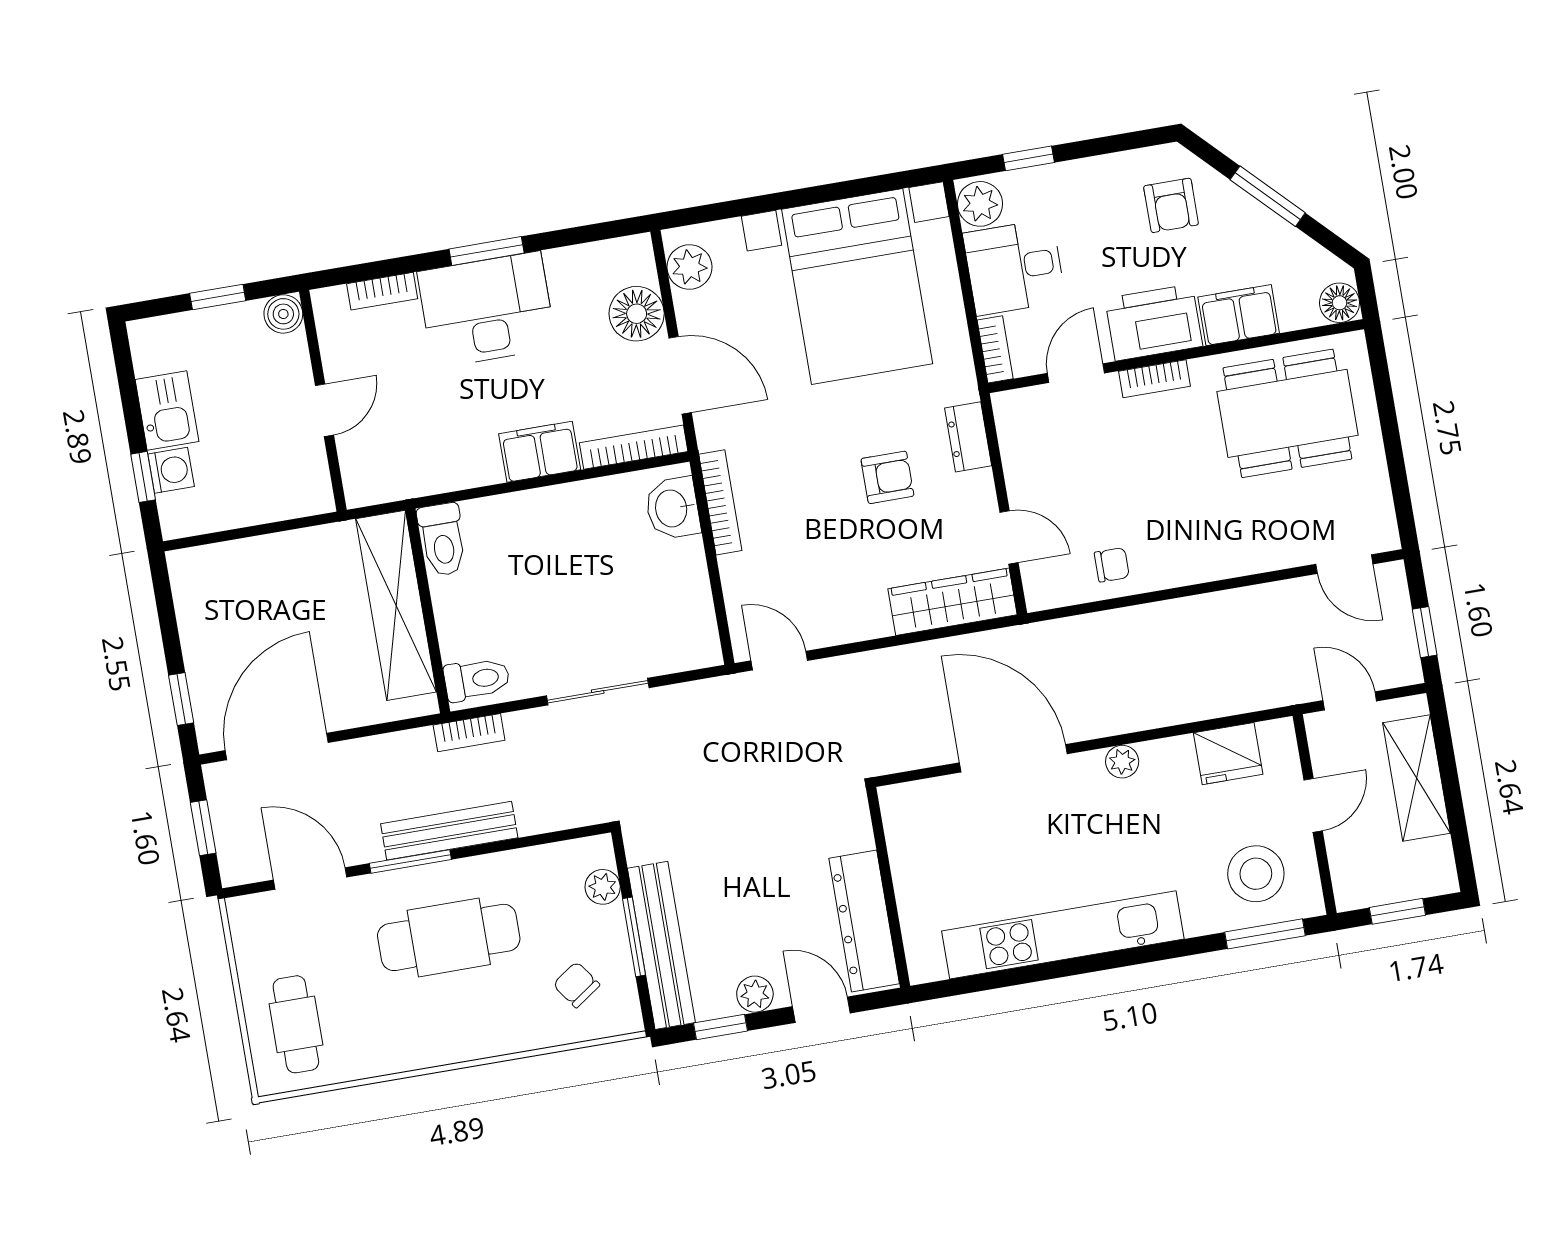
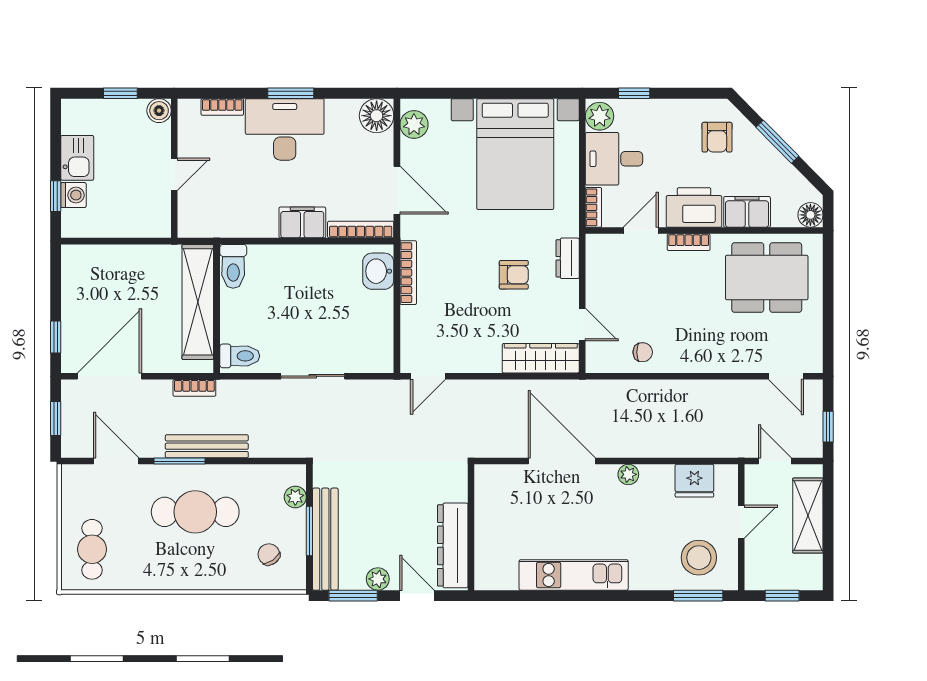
floor lamp: (637, 314) -> (377, 116), moved
door: (779, 661) -> (428, 376), swing flipped
bookcase: (469, 733) -> (194, 388), moved
kitchen unit: (1063, 935) -> (574, 575), width x0.73
window: (721, 1027) -> (353, 596), width x1.50

